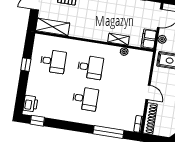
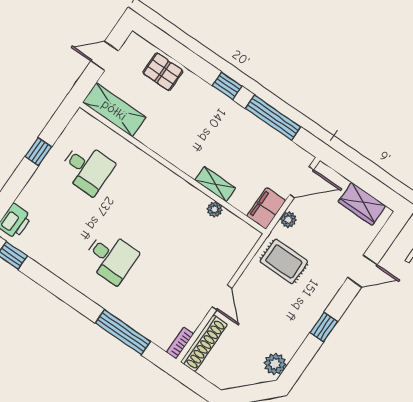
desk: (90, 67) -> (145, 208), removed

